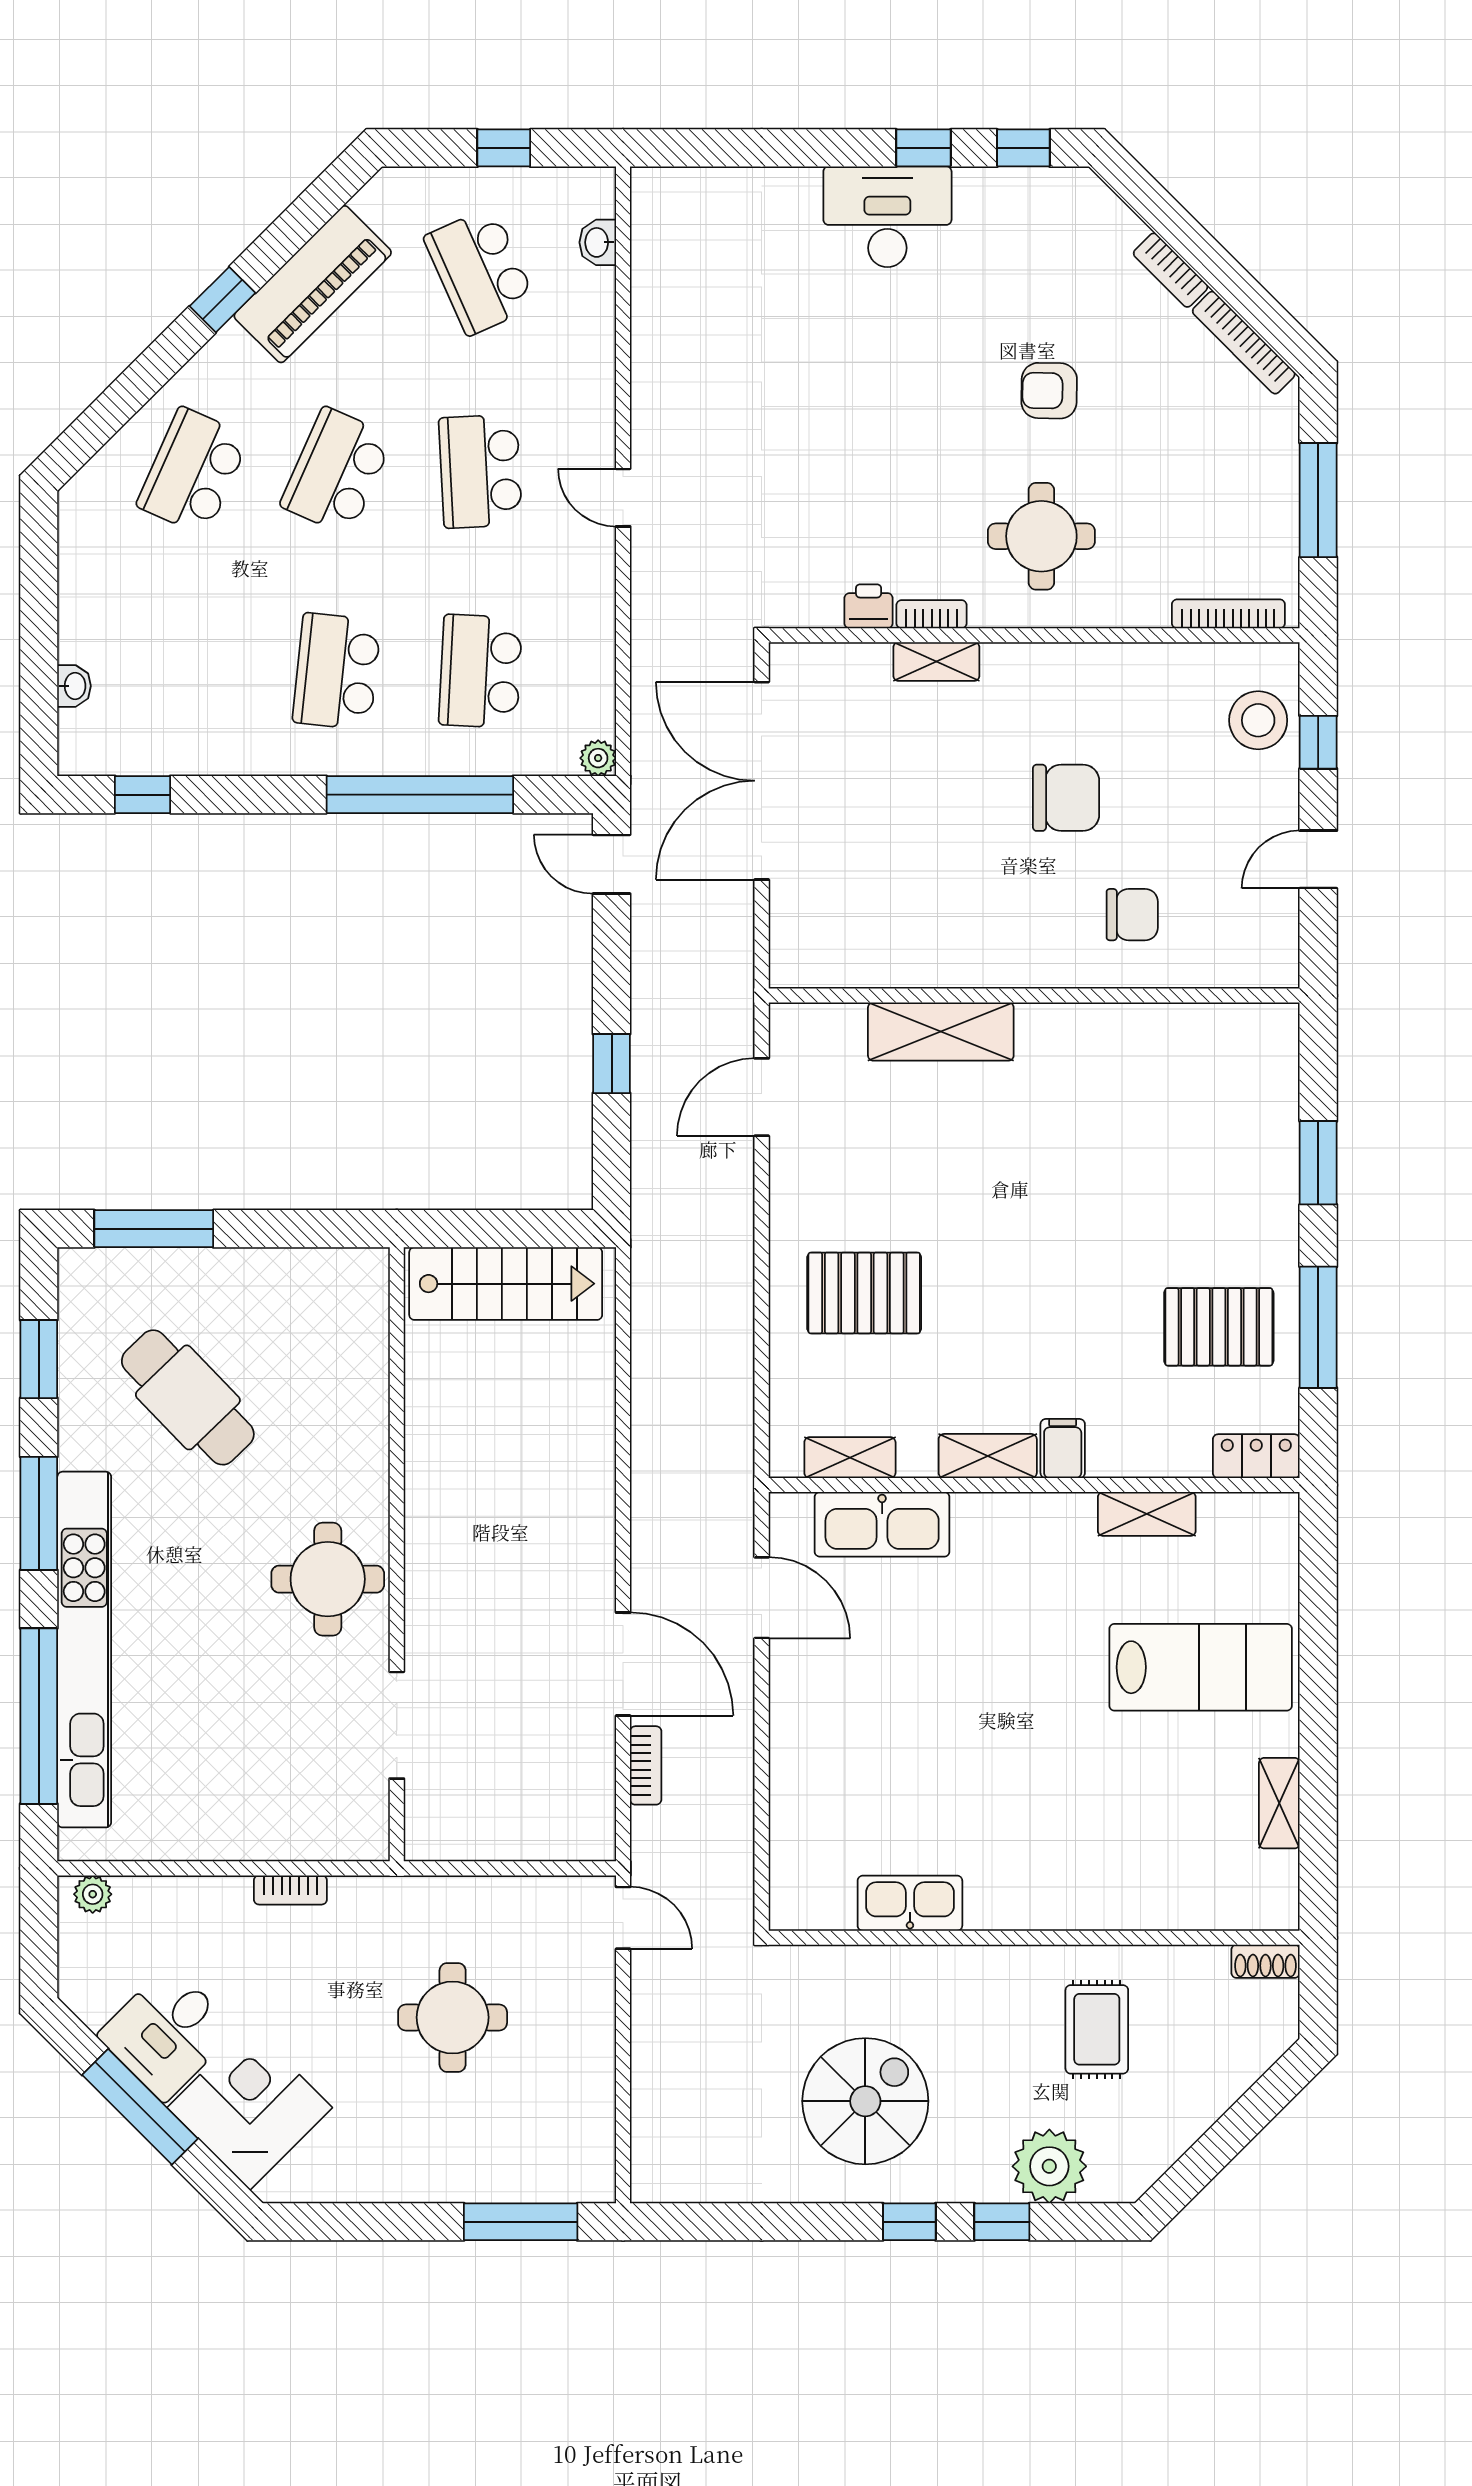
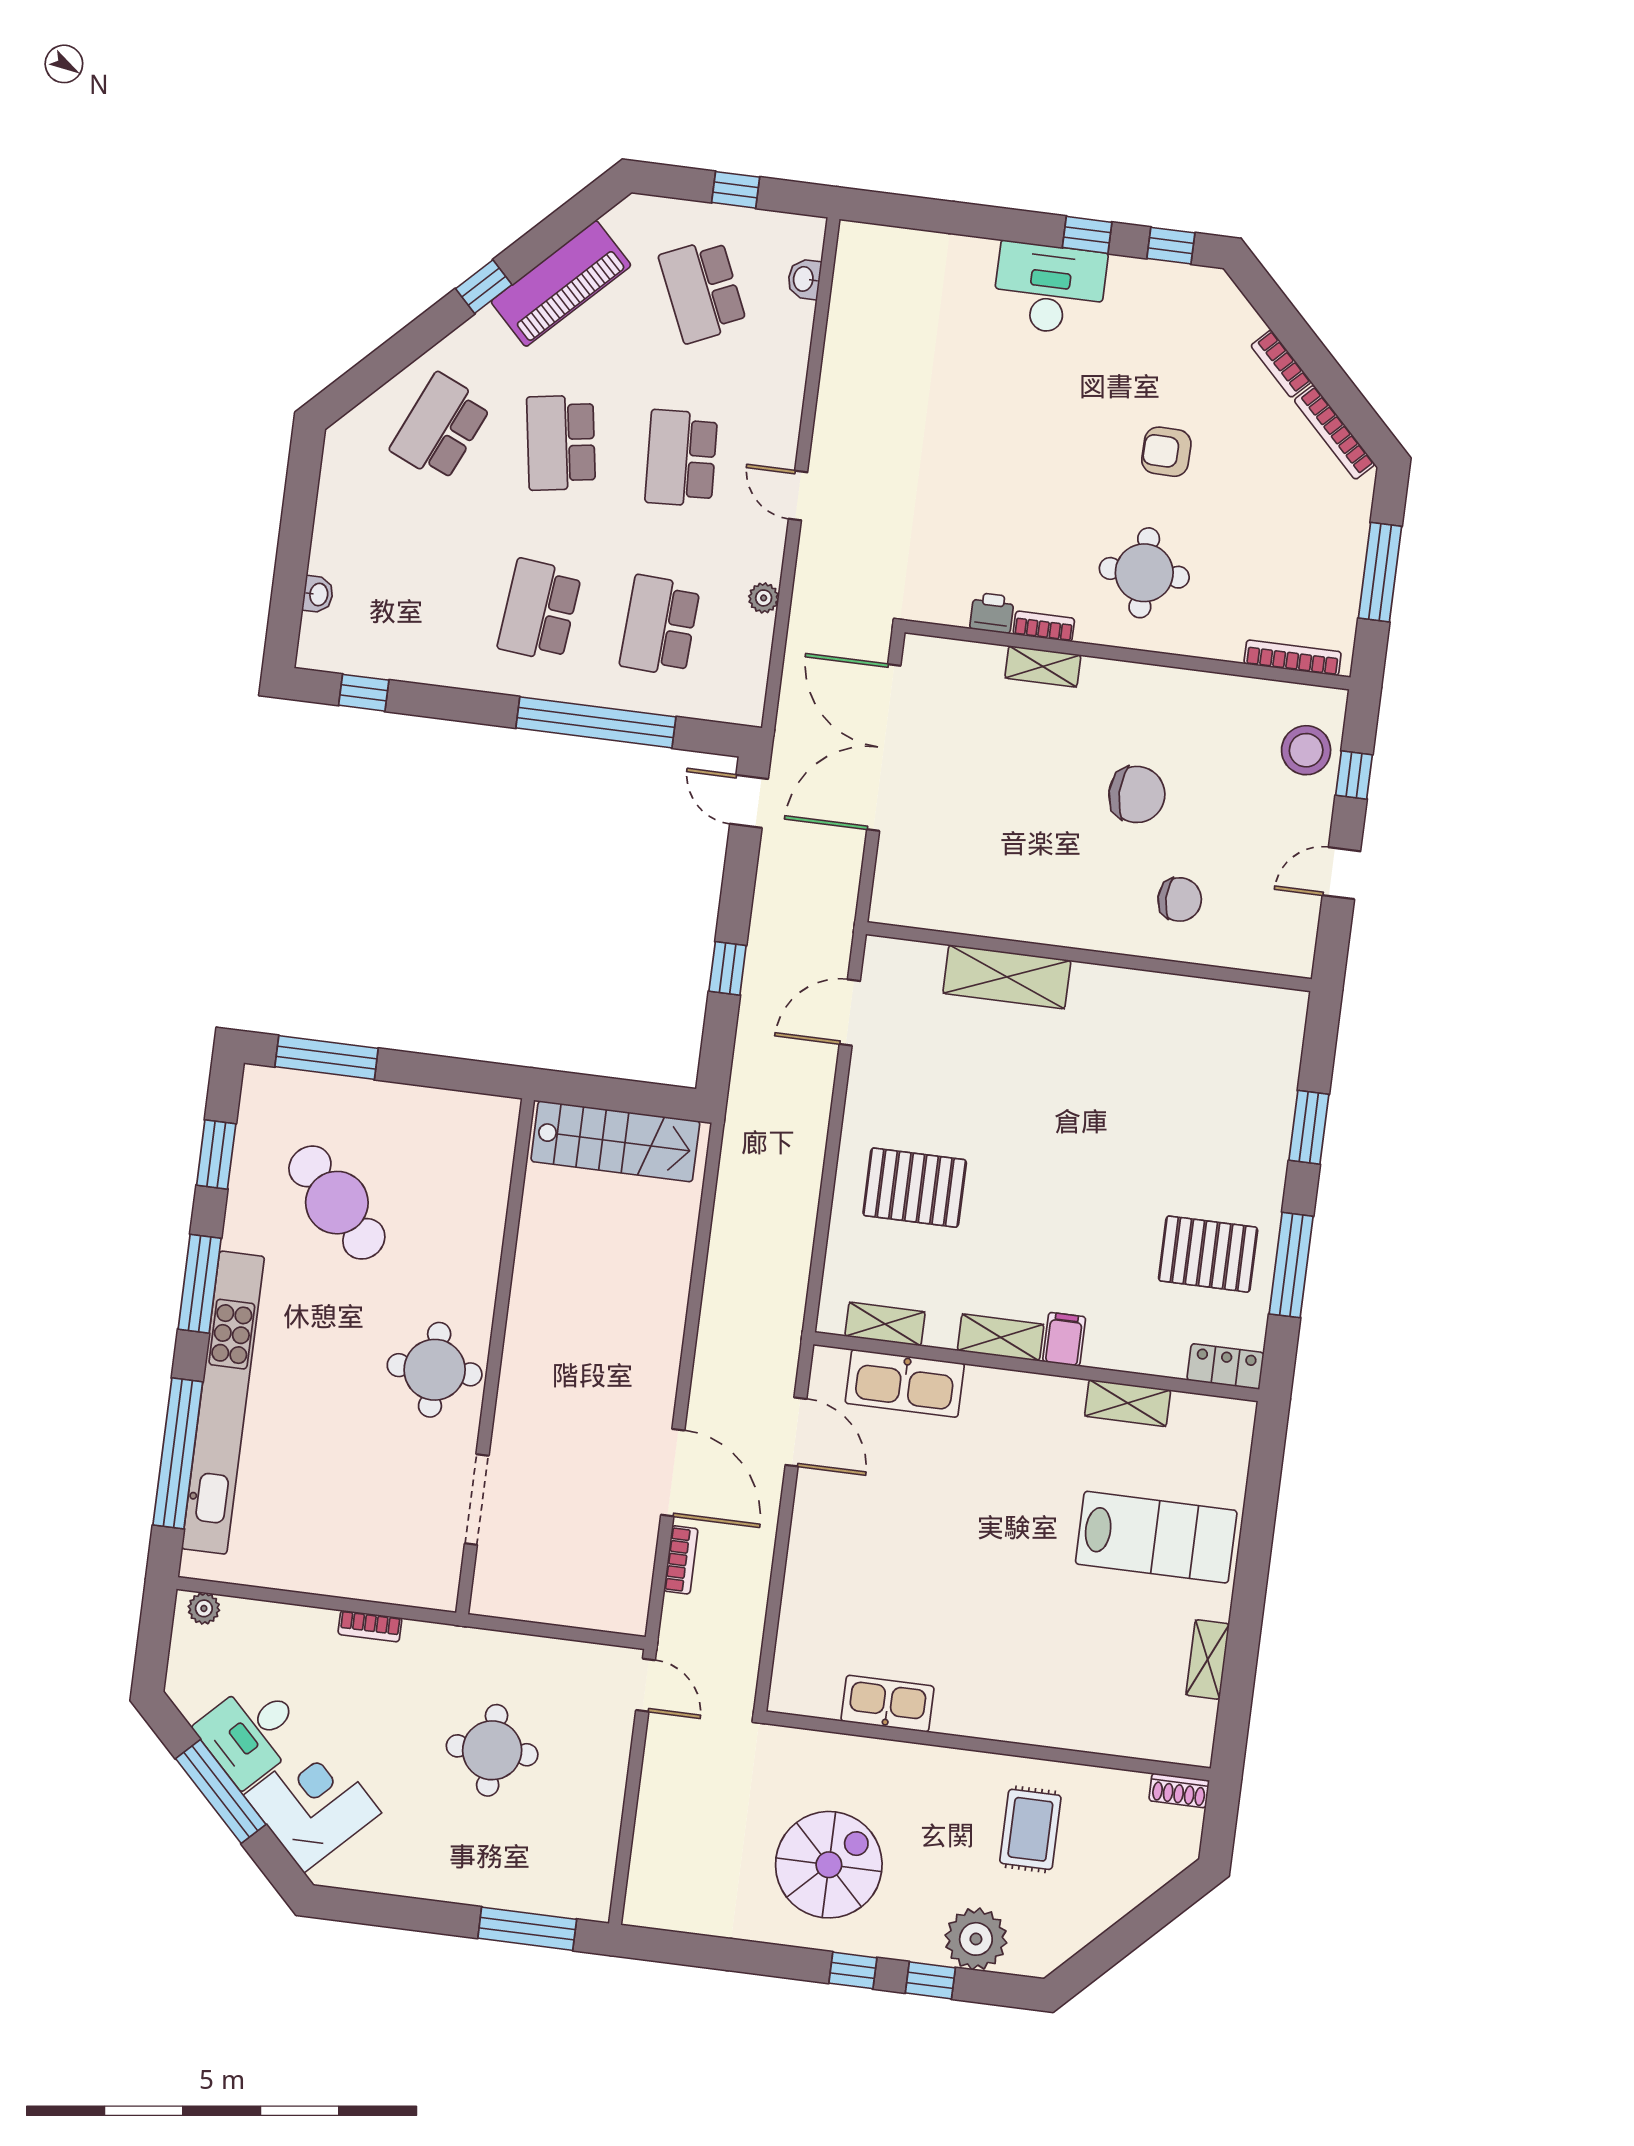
school desk: (337, 471) -> (561, 443), turned -33
plant: (598, 758) -> (764, 598), moved

